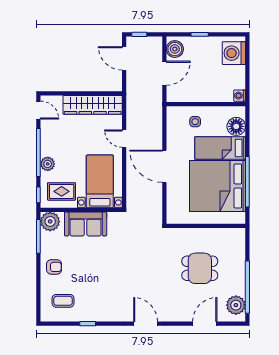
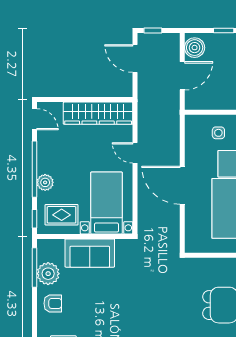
plant: (50, 221) -> (48, 274), moved

